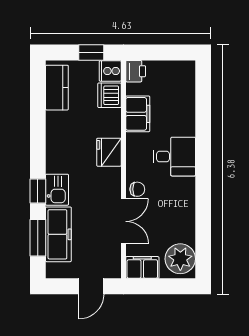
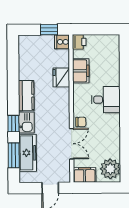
kitchen counter: (57, 88) -> (26, 96), moved
dishwasher: (110, 95) -> (62, 58), removed
fridge: (109, 152) -> (61, 77), moved

